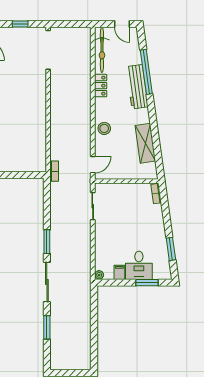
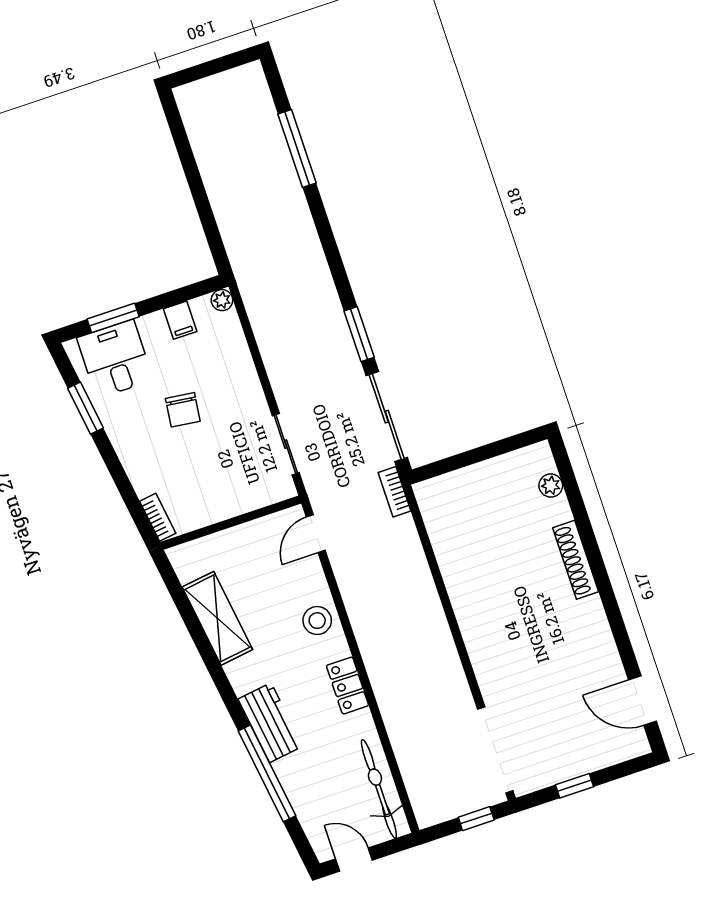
window: (66, 24) -> (476, 819), added
locker: (101, 86) -> (347, 686), moved
workbench: (137, 87) -> (270, 723), width x0.73
chair: (131, 235) -> (183, 410), added
desk: (139, 265) -> (115, 359), moved
sliding door: (47, 282) -> (387, 417), moved
window: (47, 327) -> (297, 148), width x1.44

